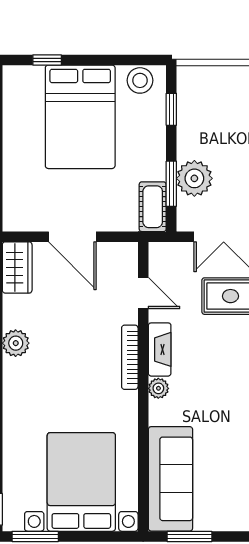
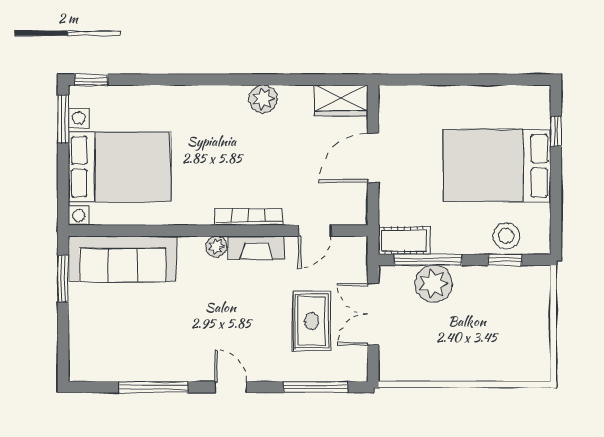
stool: (140, 80) -> (506, 236), moved
window: (171, 184) -> (428, 260), width x1.44

